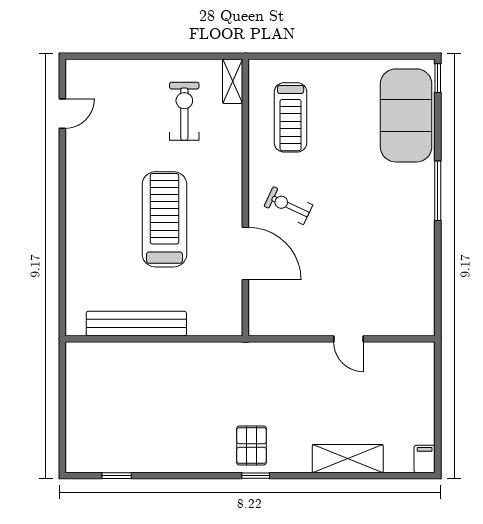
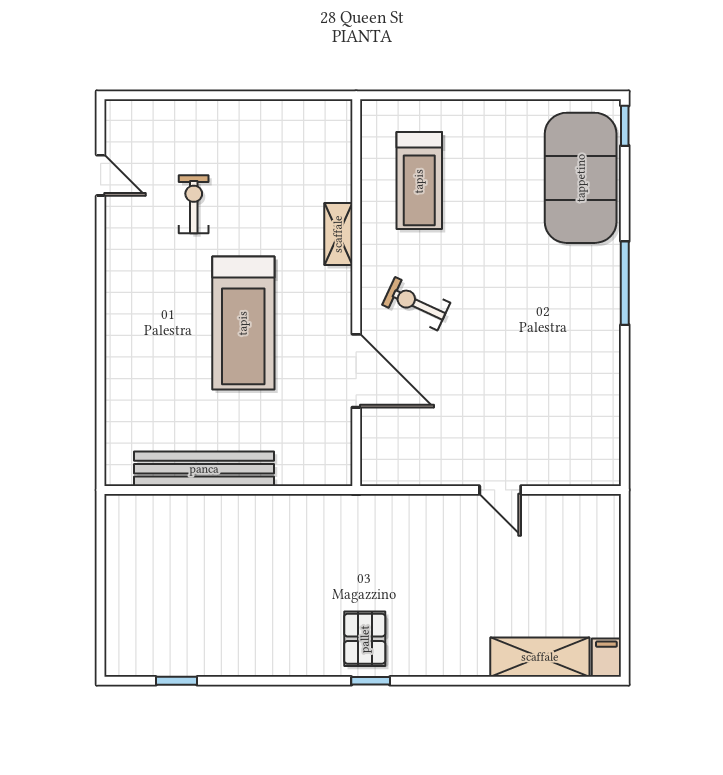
shelving: (233, 81) -> (338, 234), moved
exercise bike: (184, 111) -> (194, 204), moved, width x0.73, depth x0.72
door: (62, 114) -> (101, 175), hinge flipped
treadmill: (164, 219) -> (243, 323), turned 180
shelving: (348, 459) -> (540, 657), moved

